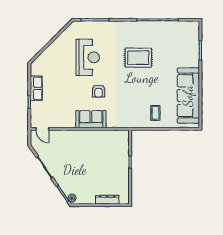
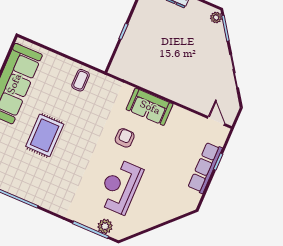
plant: (86, 26) -> (105, 226), added
rug: (138, 58) -> (45, 135), moved, turned 90
row of seats: (36, 88) -> (205, 168), width x1.48
coffee table: (155, 113) -> (81, 80), moved

